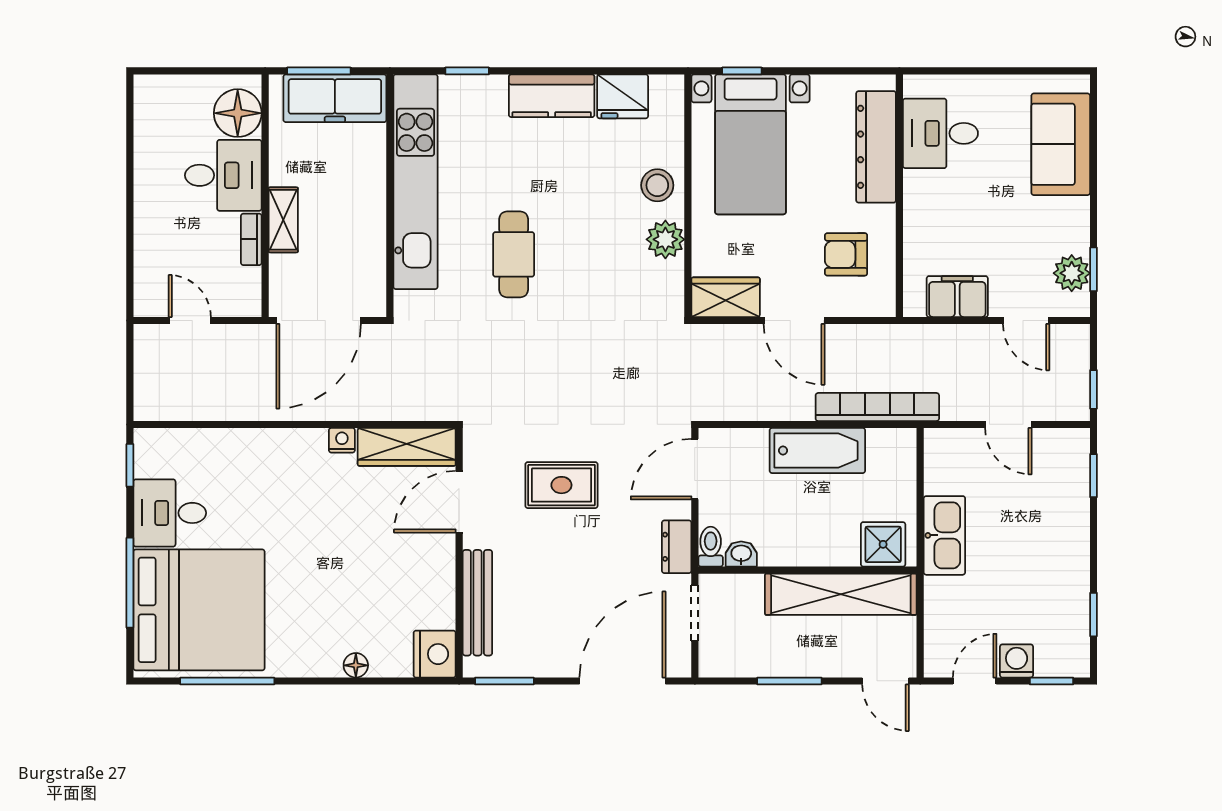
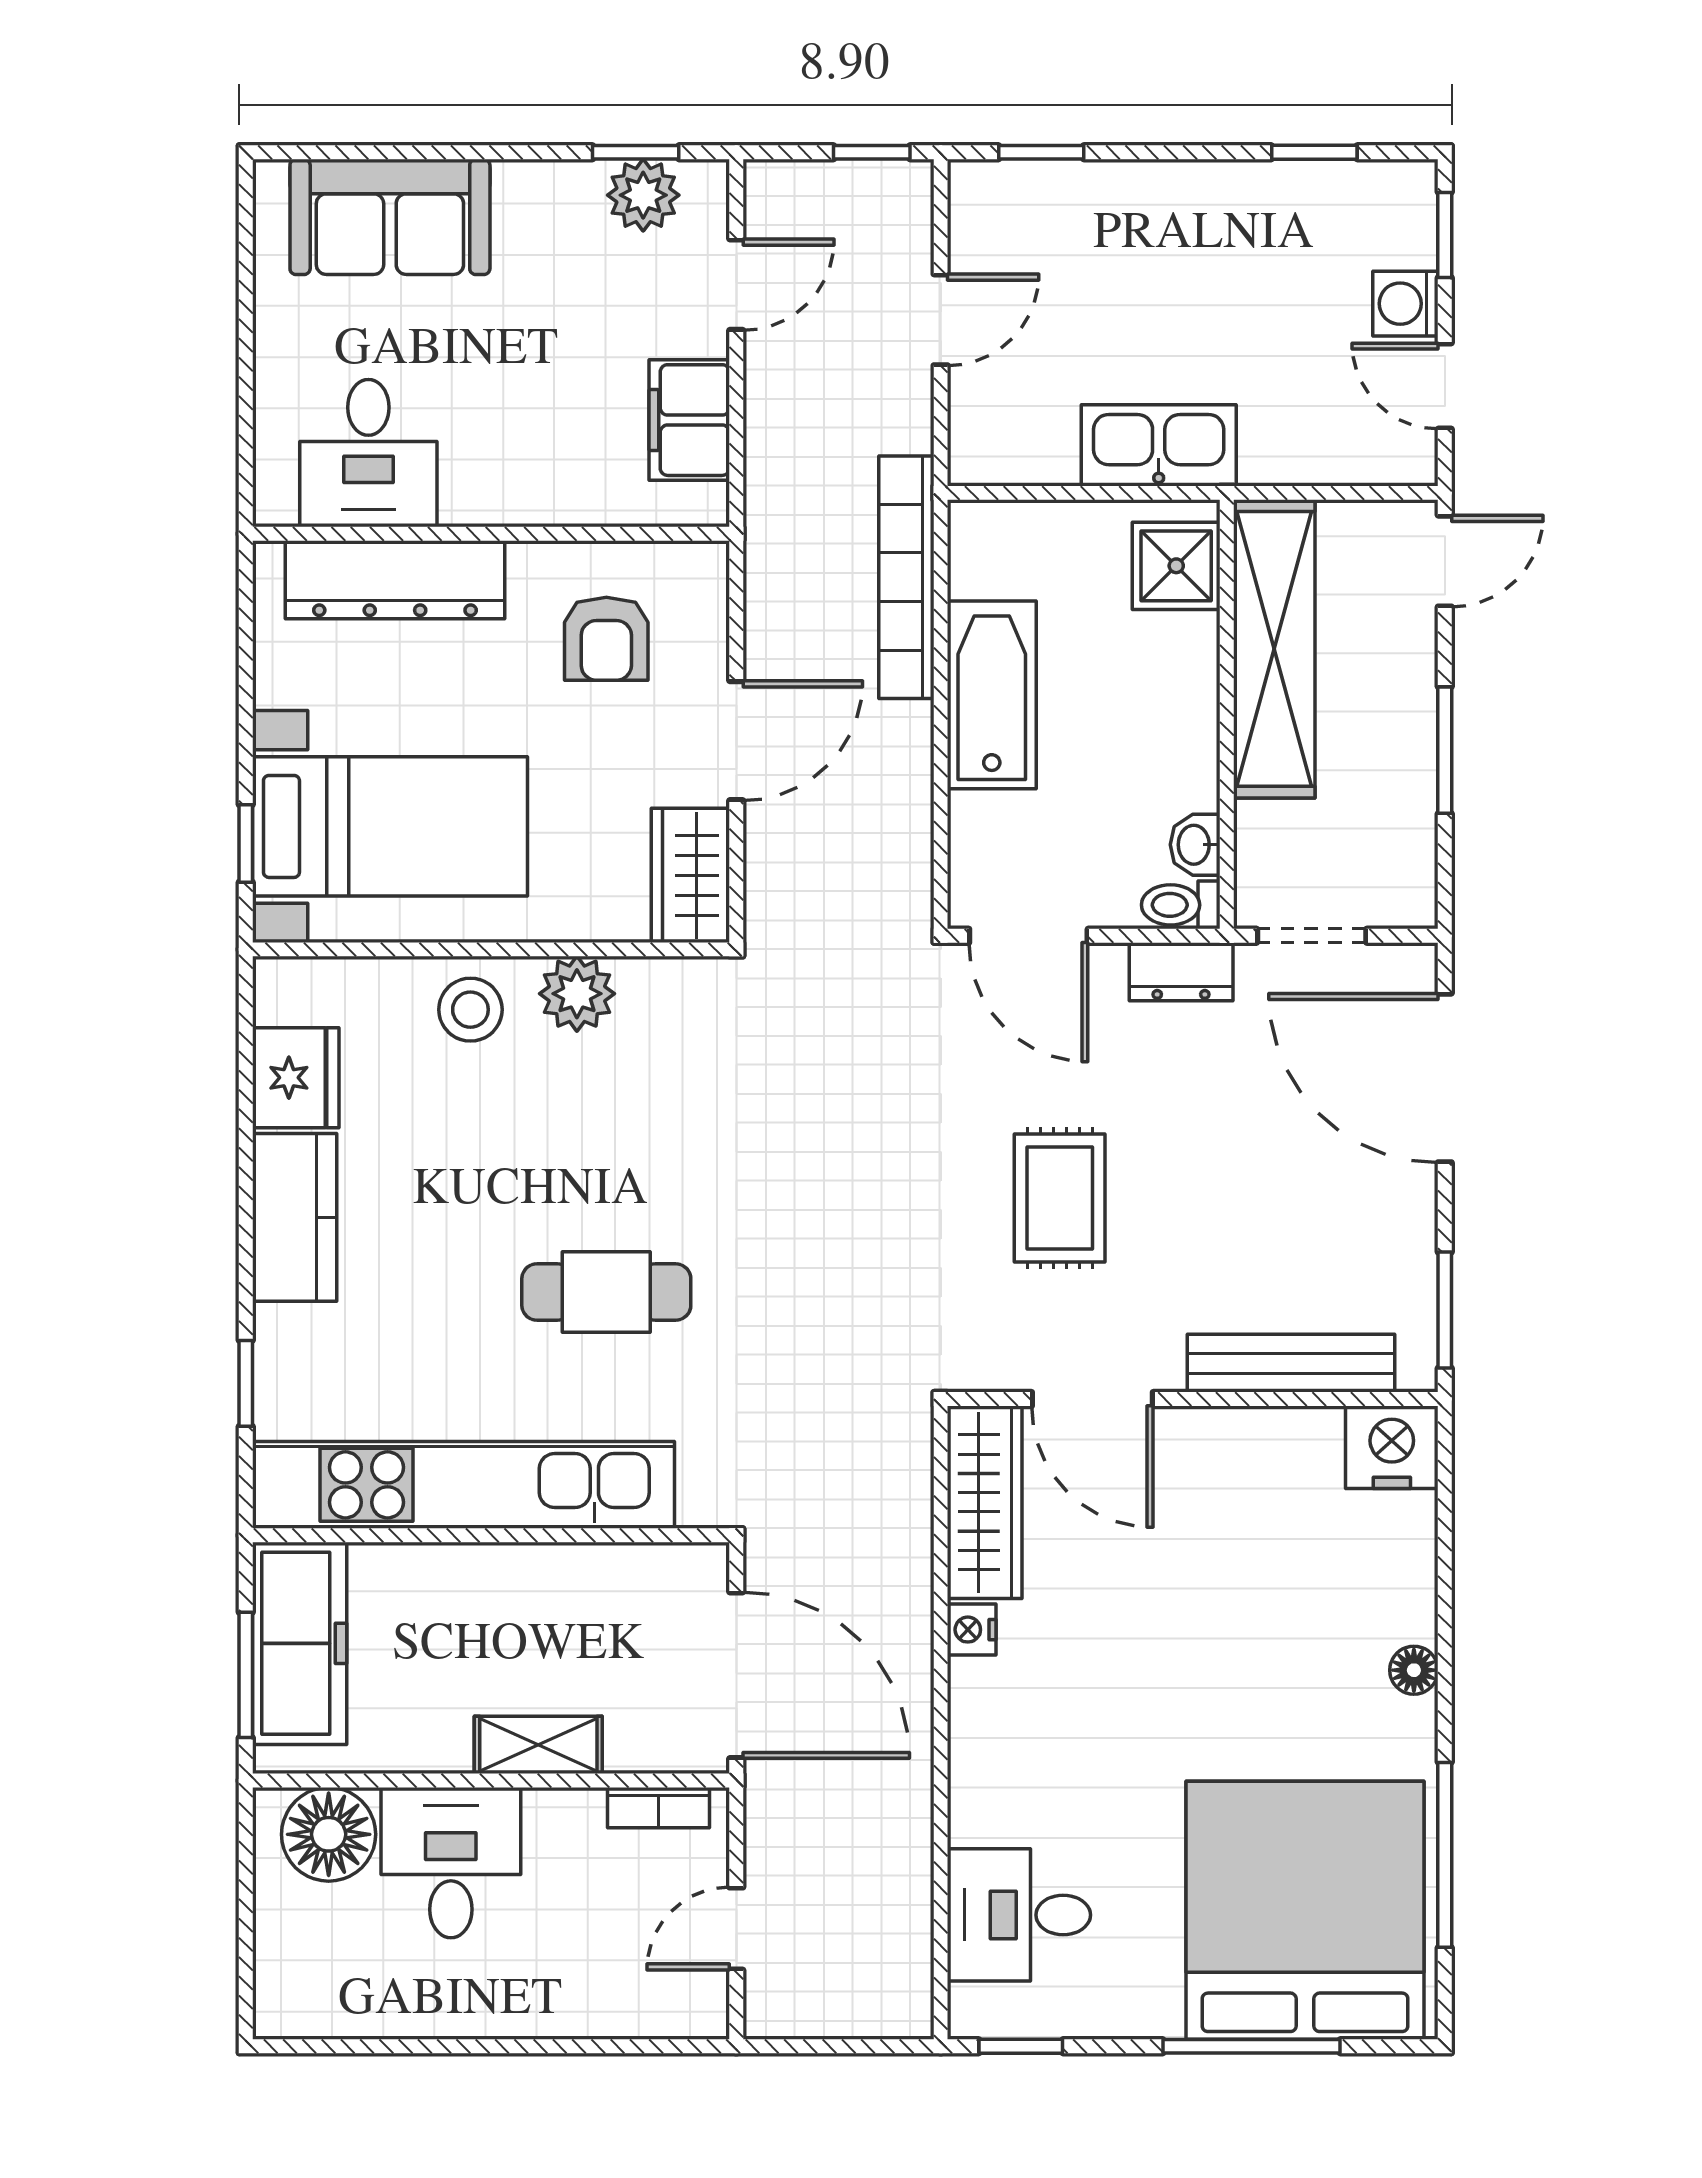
bookcase: (251, 239) -> (659, 1808), moved
desk: (170, 513) -> (1019, 1915), moved, turned 90
floor lamp: (356, 665) -> (1414, 1670), moved

